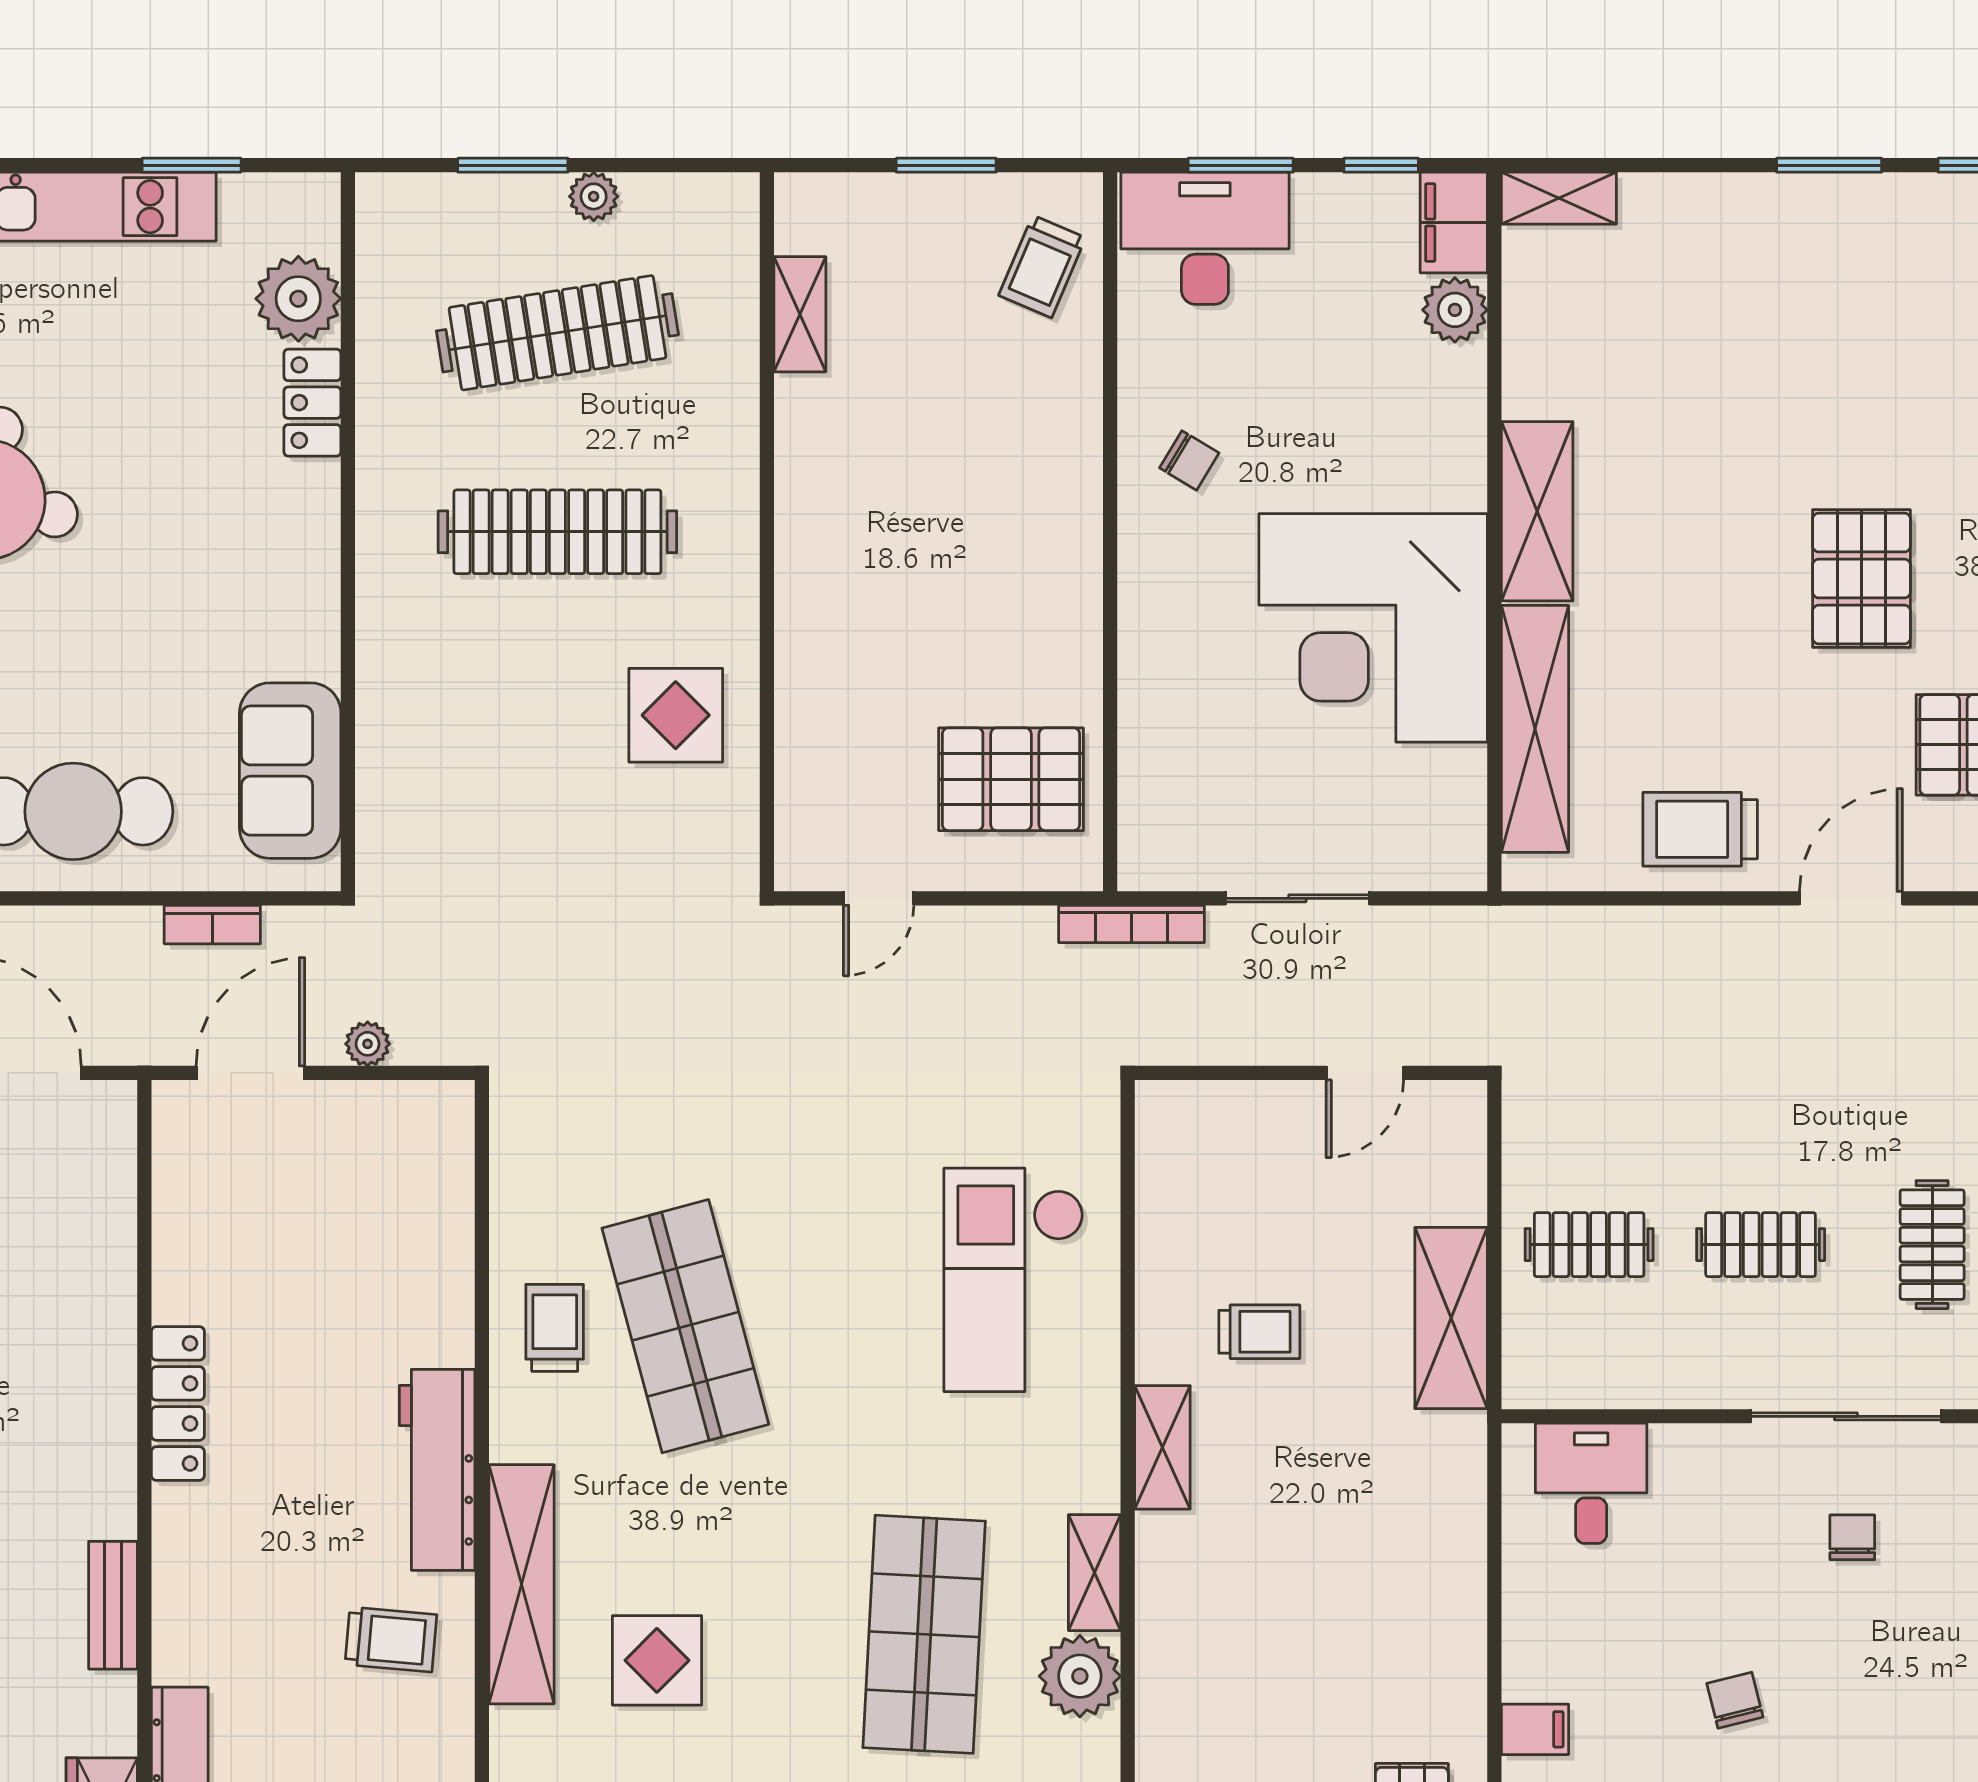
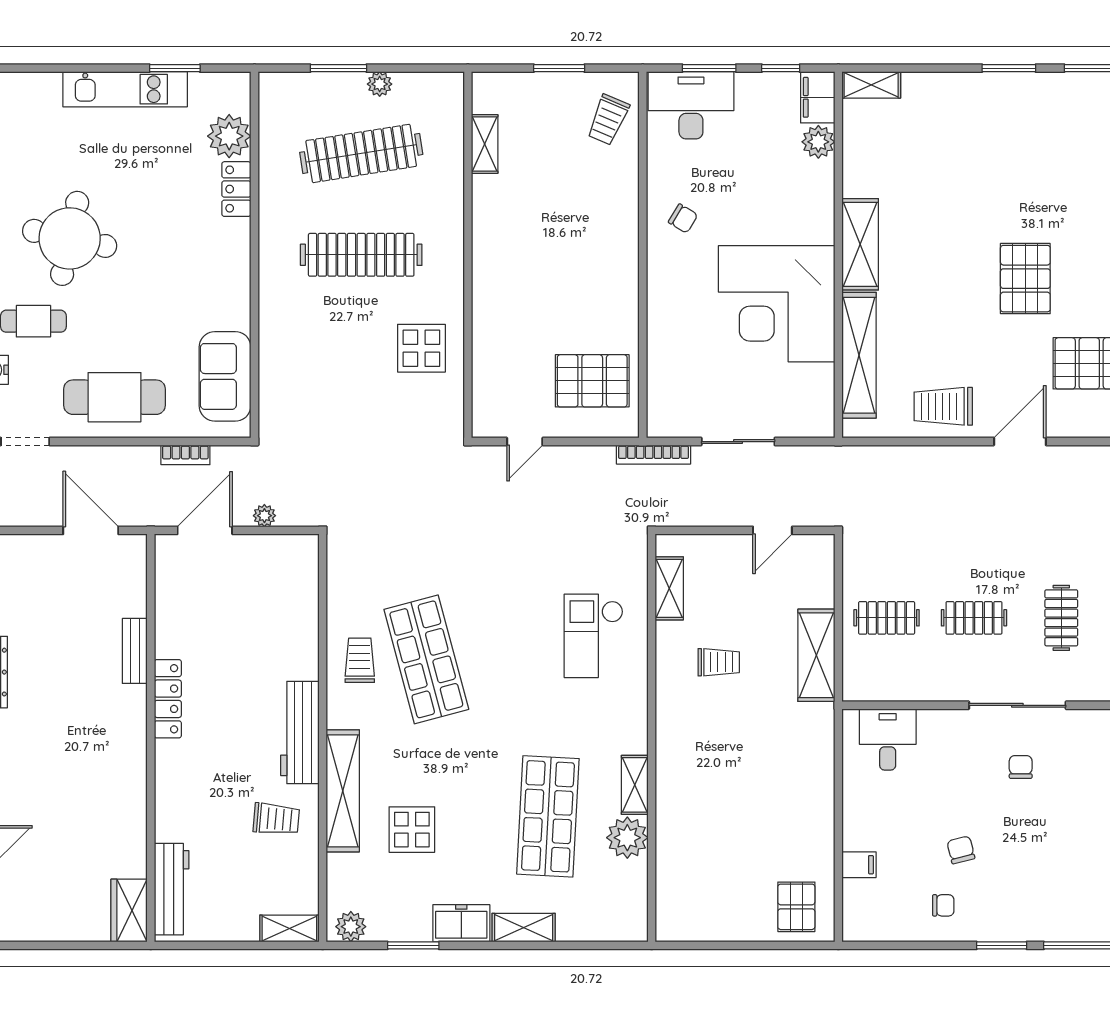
checkout: (1014, 1280) -> (594, 636), width x0.73, depth x0.83
shelving: (1162, 1447) -> (669, 588), moved
bench: (113, 1605) -> (135, 651), moved

